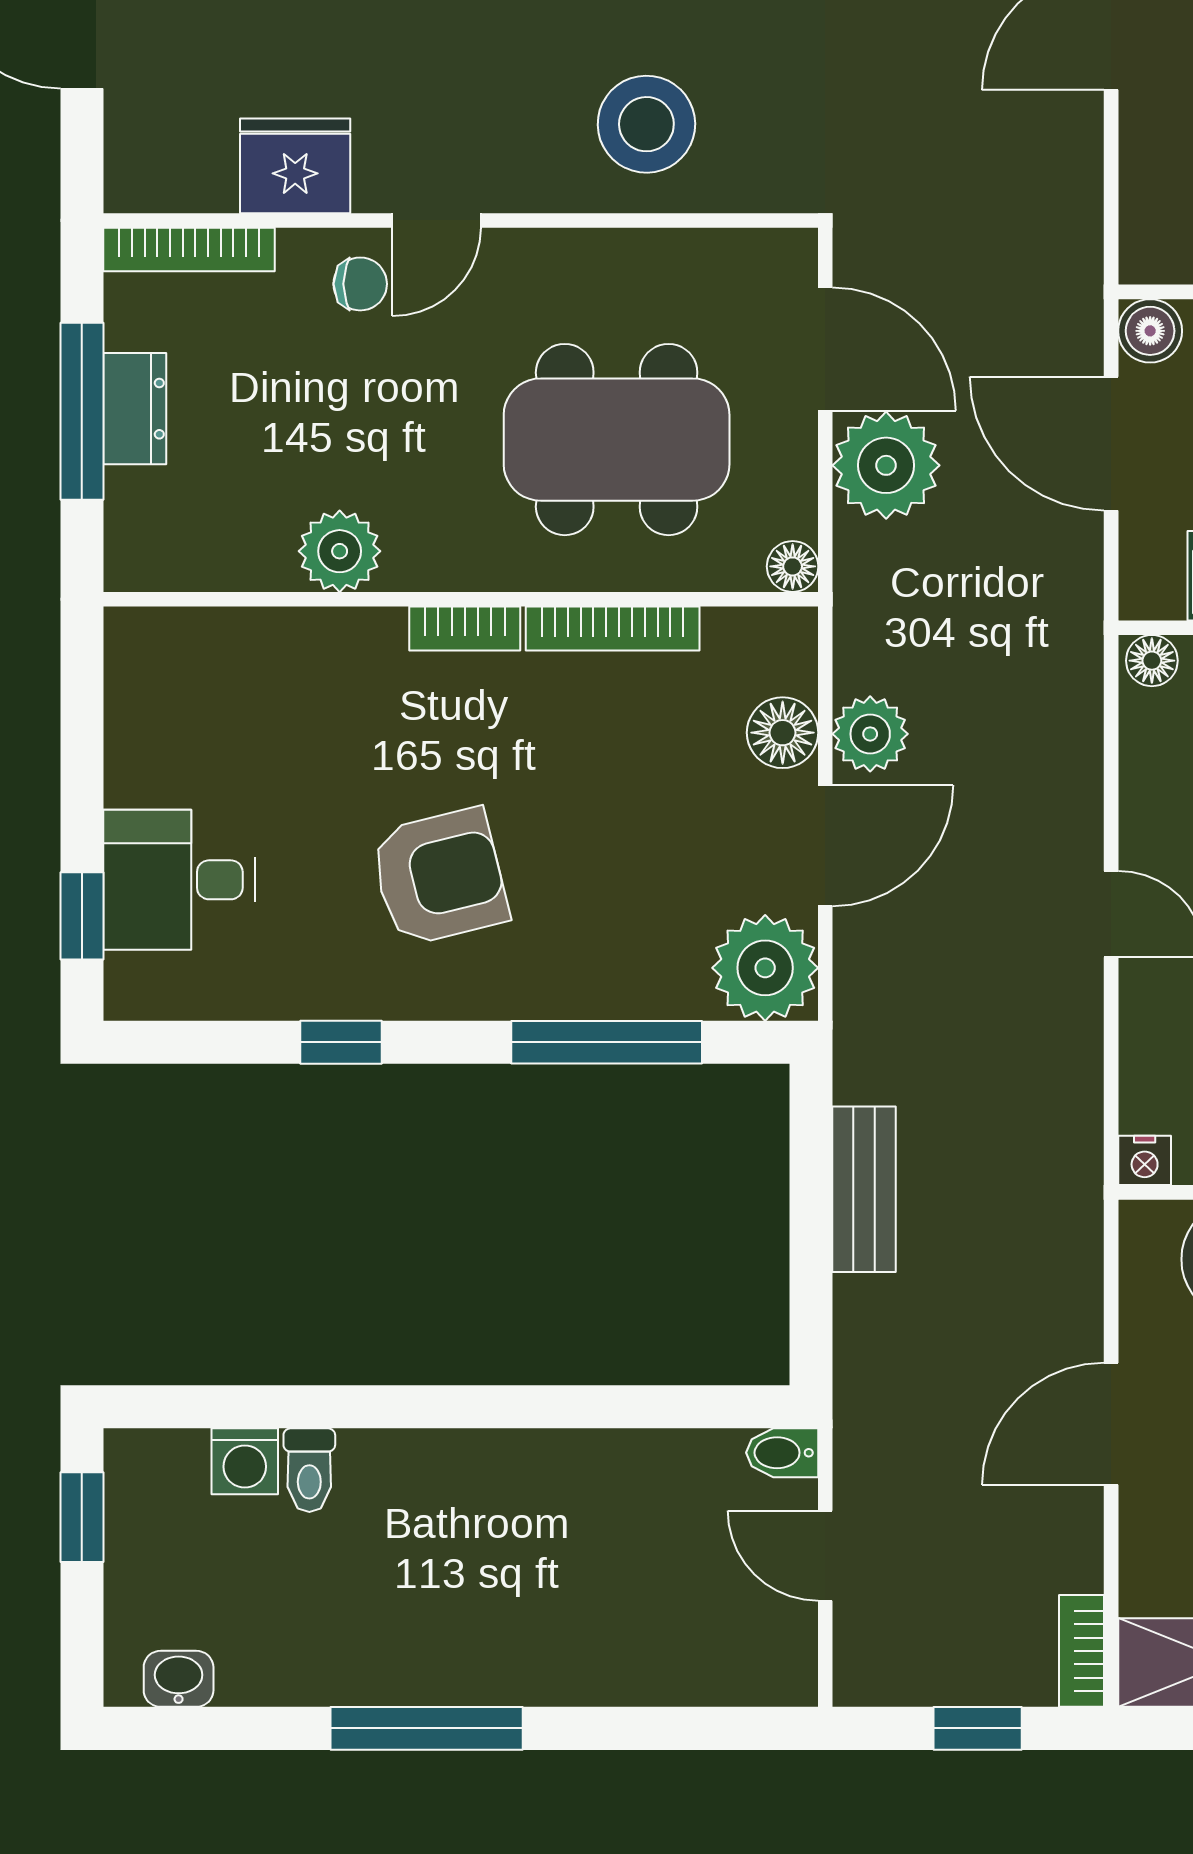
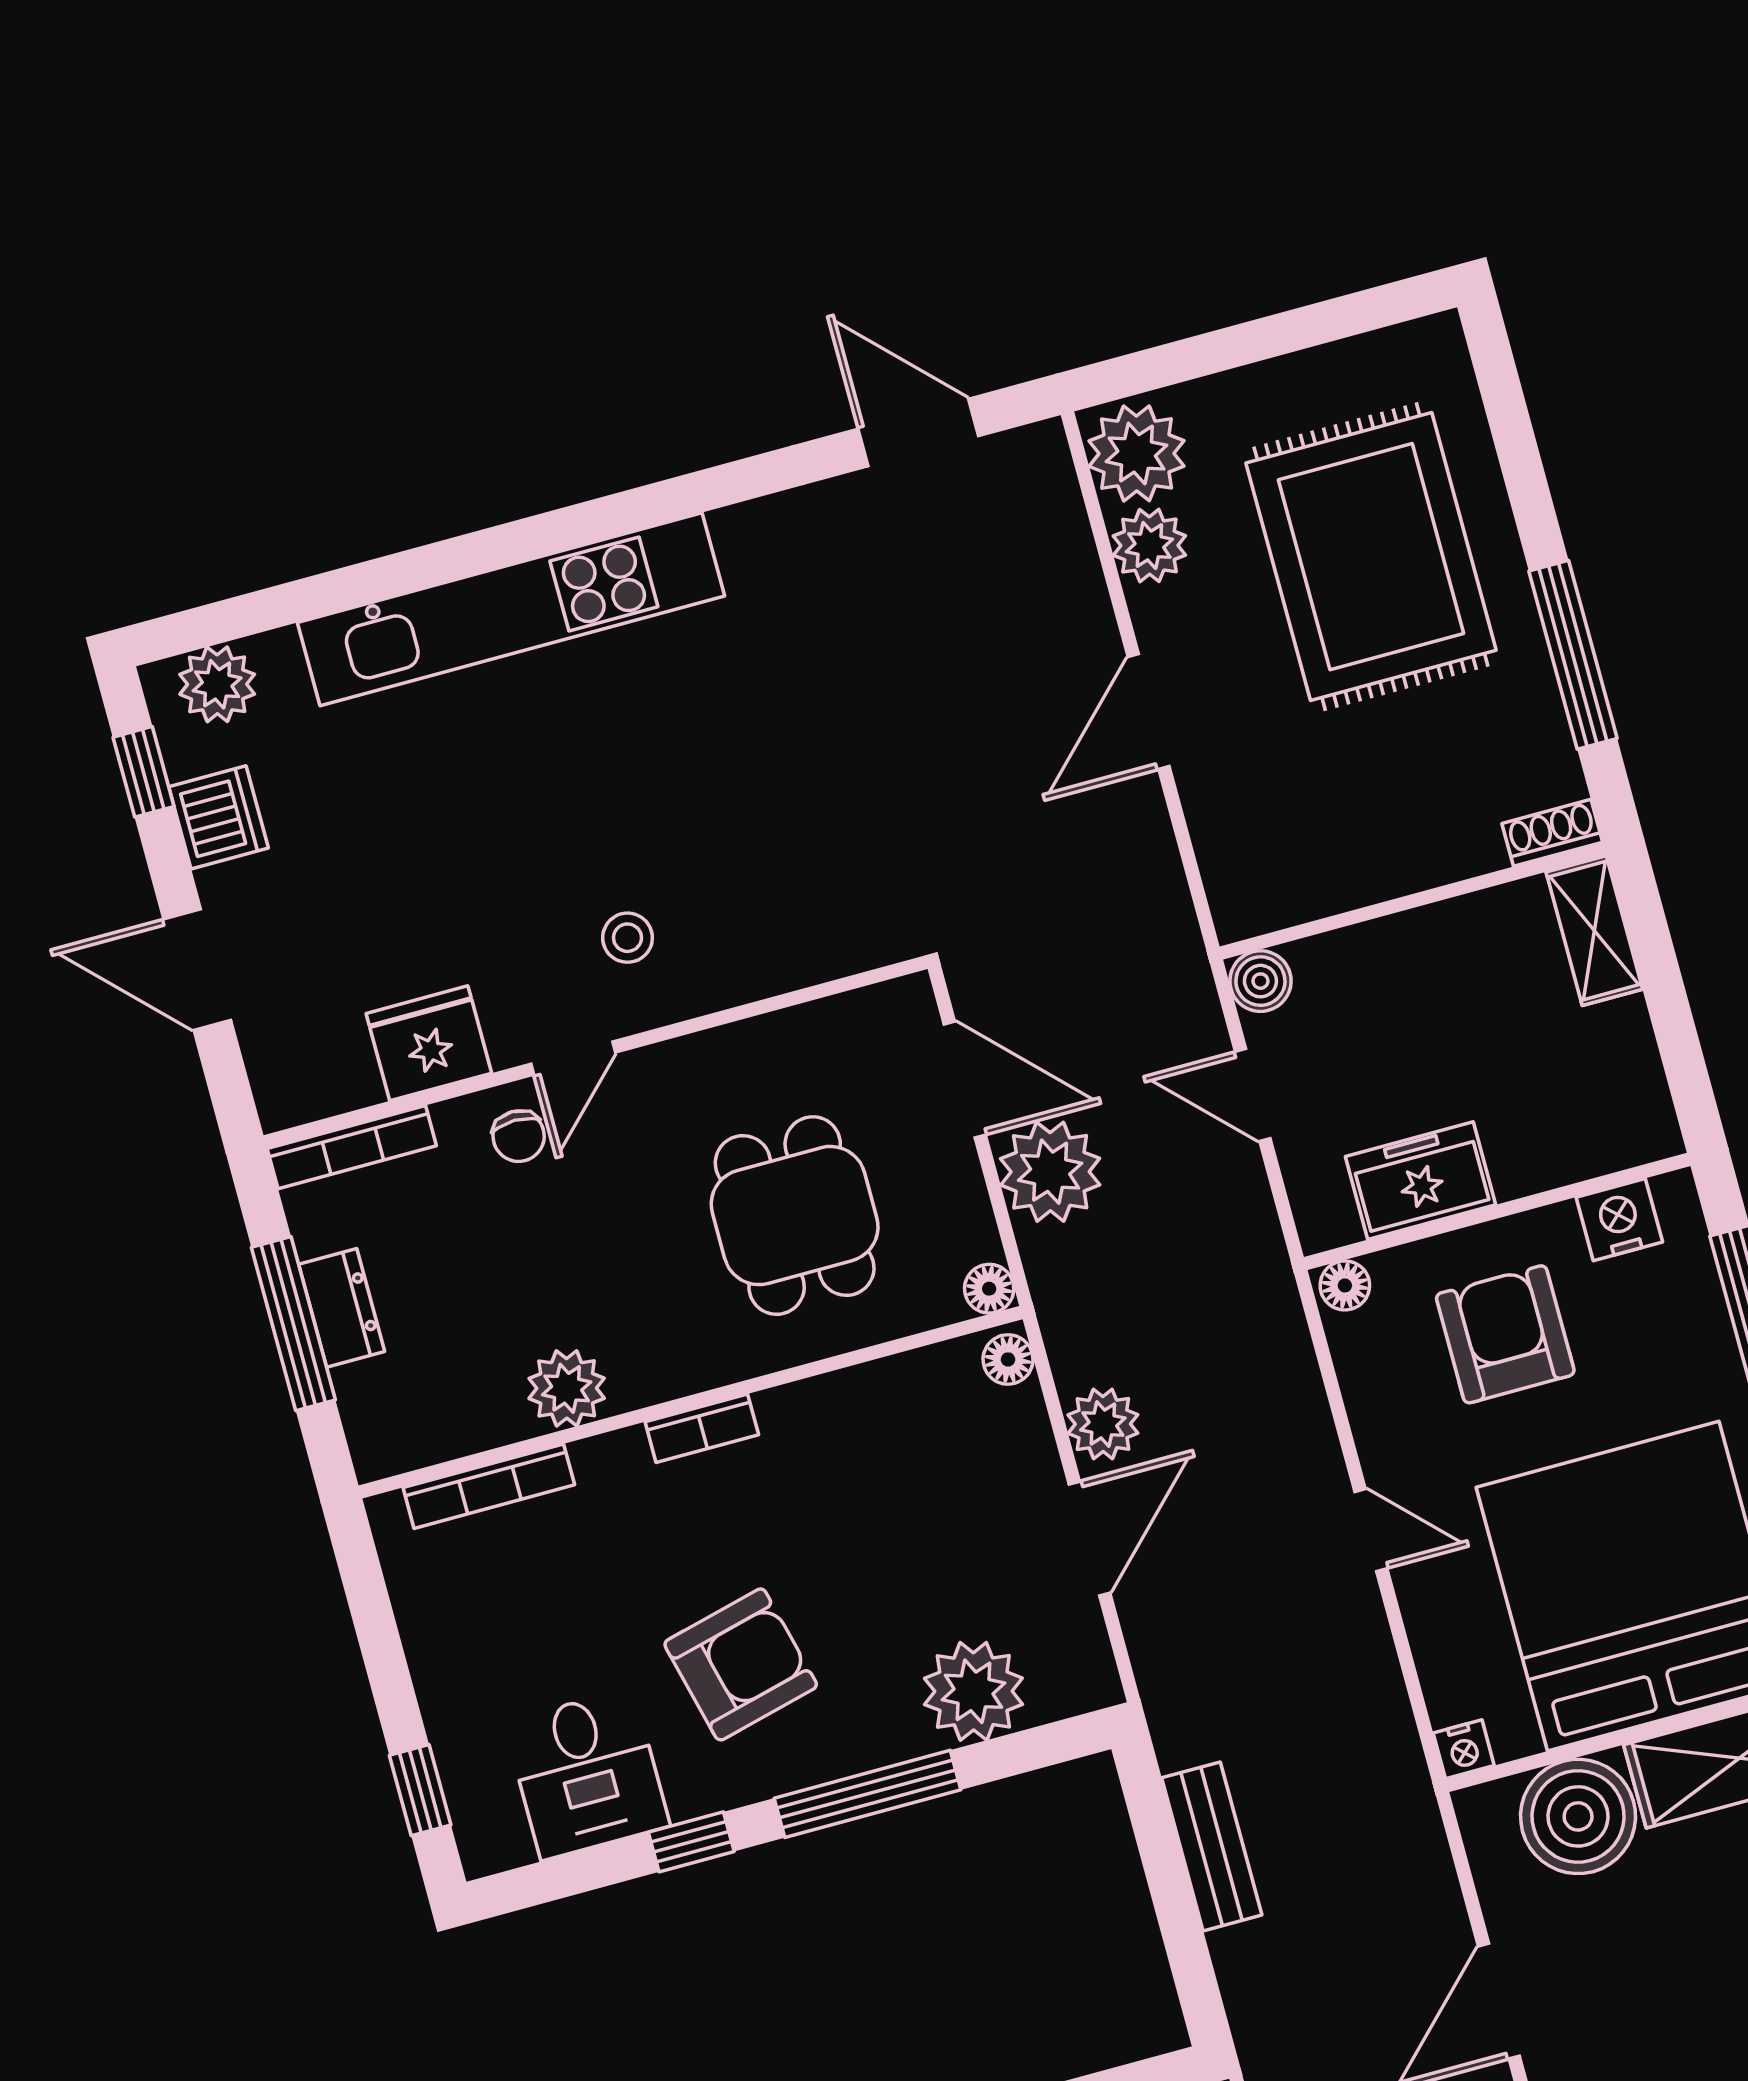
stool: (646, 124) -> (628, 938), moved, width x0.53, depth x0.53
chair: (360, 284) -> (519, 1136), turned 90
dining table: (617, 440) -> (795, 1216), width x0.73
door: (1111, 444) -> (1253, 1095), width x0.73
bookcase: (613, 629) -> (489, 1486), moved
floor lamp: (783, 733) -> (1008, 1359), moved, width x0.73, depth x0.73
desk: (179, 880) -> (587, 1774), moved, turned -90
plant: (765, 968) -> (973, 1691), moved
window: (607, 1042) -> (868, 1794), moved

